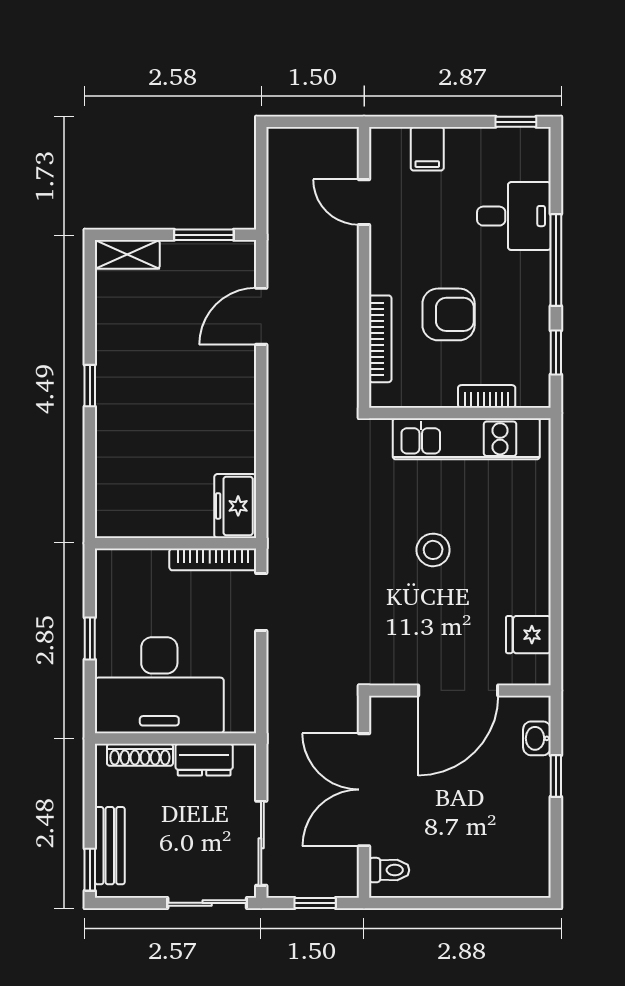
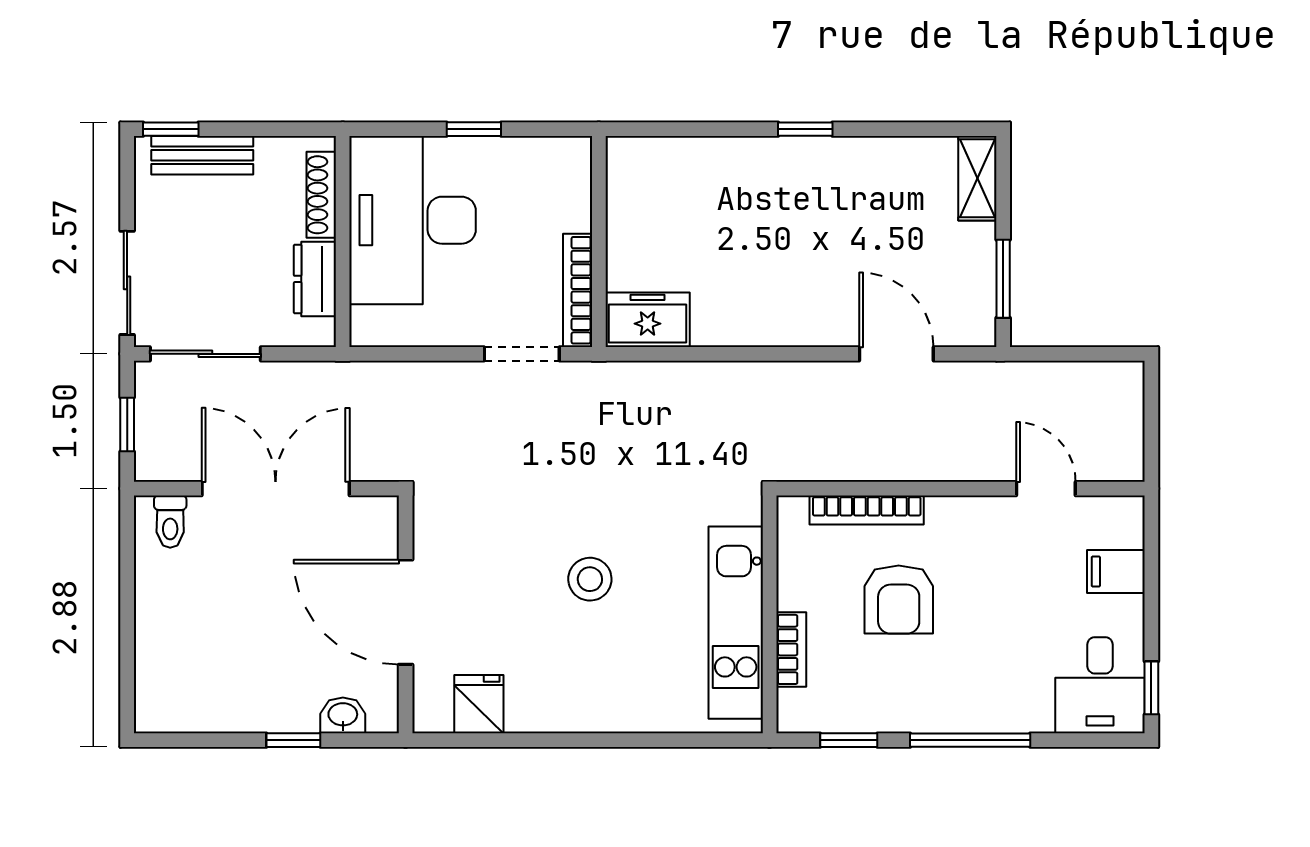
door: (364, 202) -> (1046, 489), hinge flipped
desk: (514, 216) -> (1100, 685), moved

